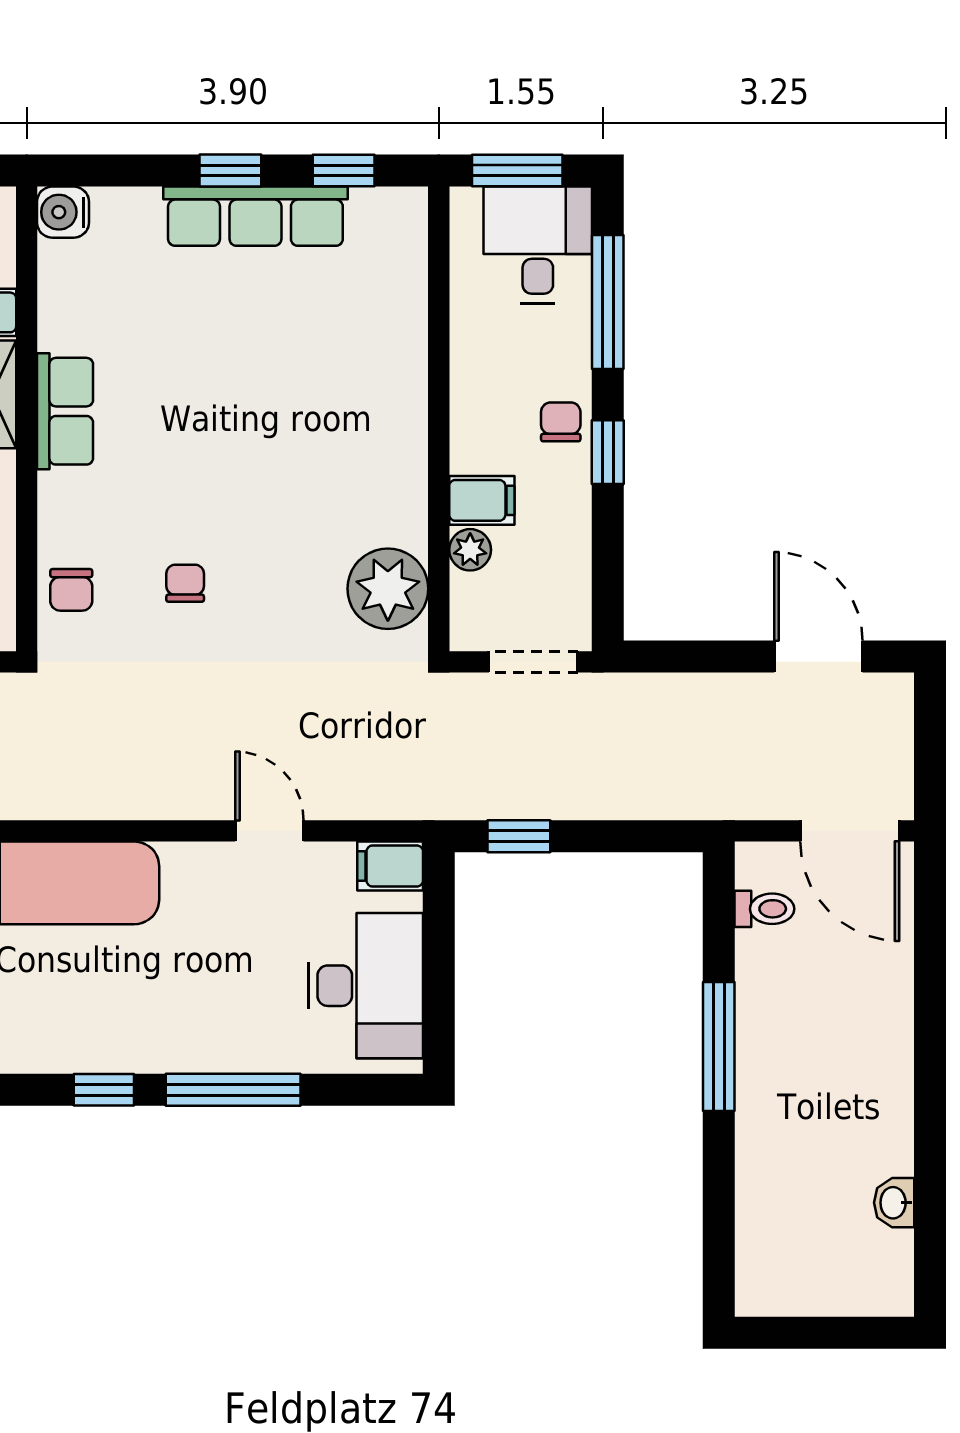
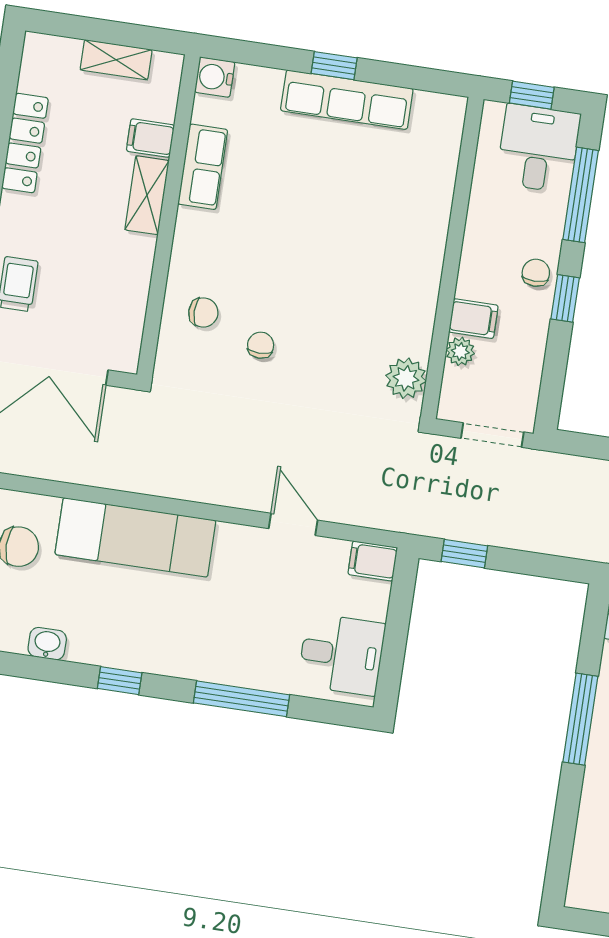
window: (344, 170) -> (412, 77), removed
window: (517, 170) -> (532, 95), width x0.67
row of seats: (65, 411) -> (203, 167), moved
plant: (388, 589) -> (406, 378), width x0.73, depth x0.73
chair: (71, 590) -> (203, 313), moved, turned -90
desk: (366, 986) -> (342, 654), width x0.73
window: (104, 1090) -> (120, 681), moved

